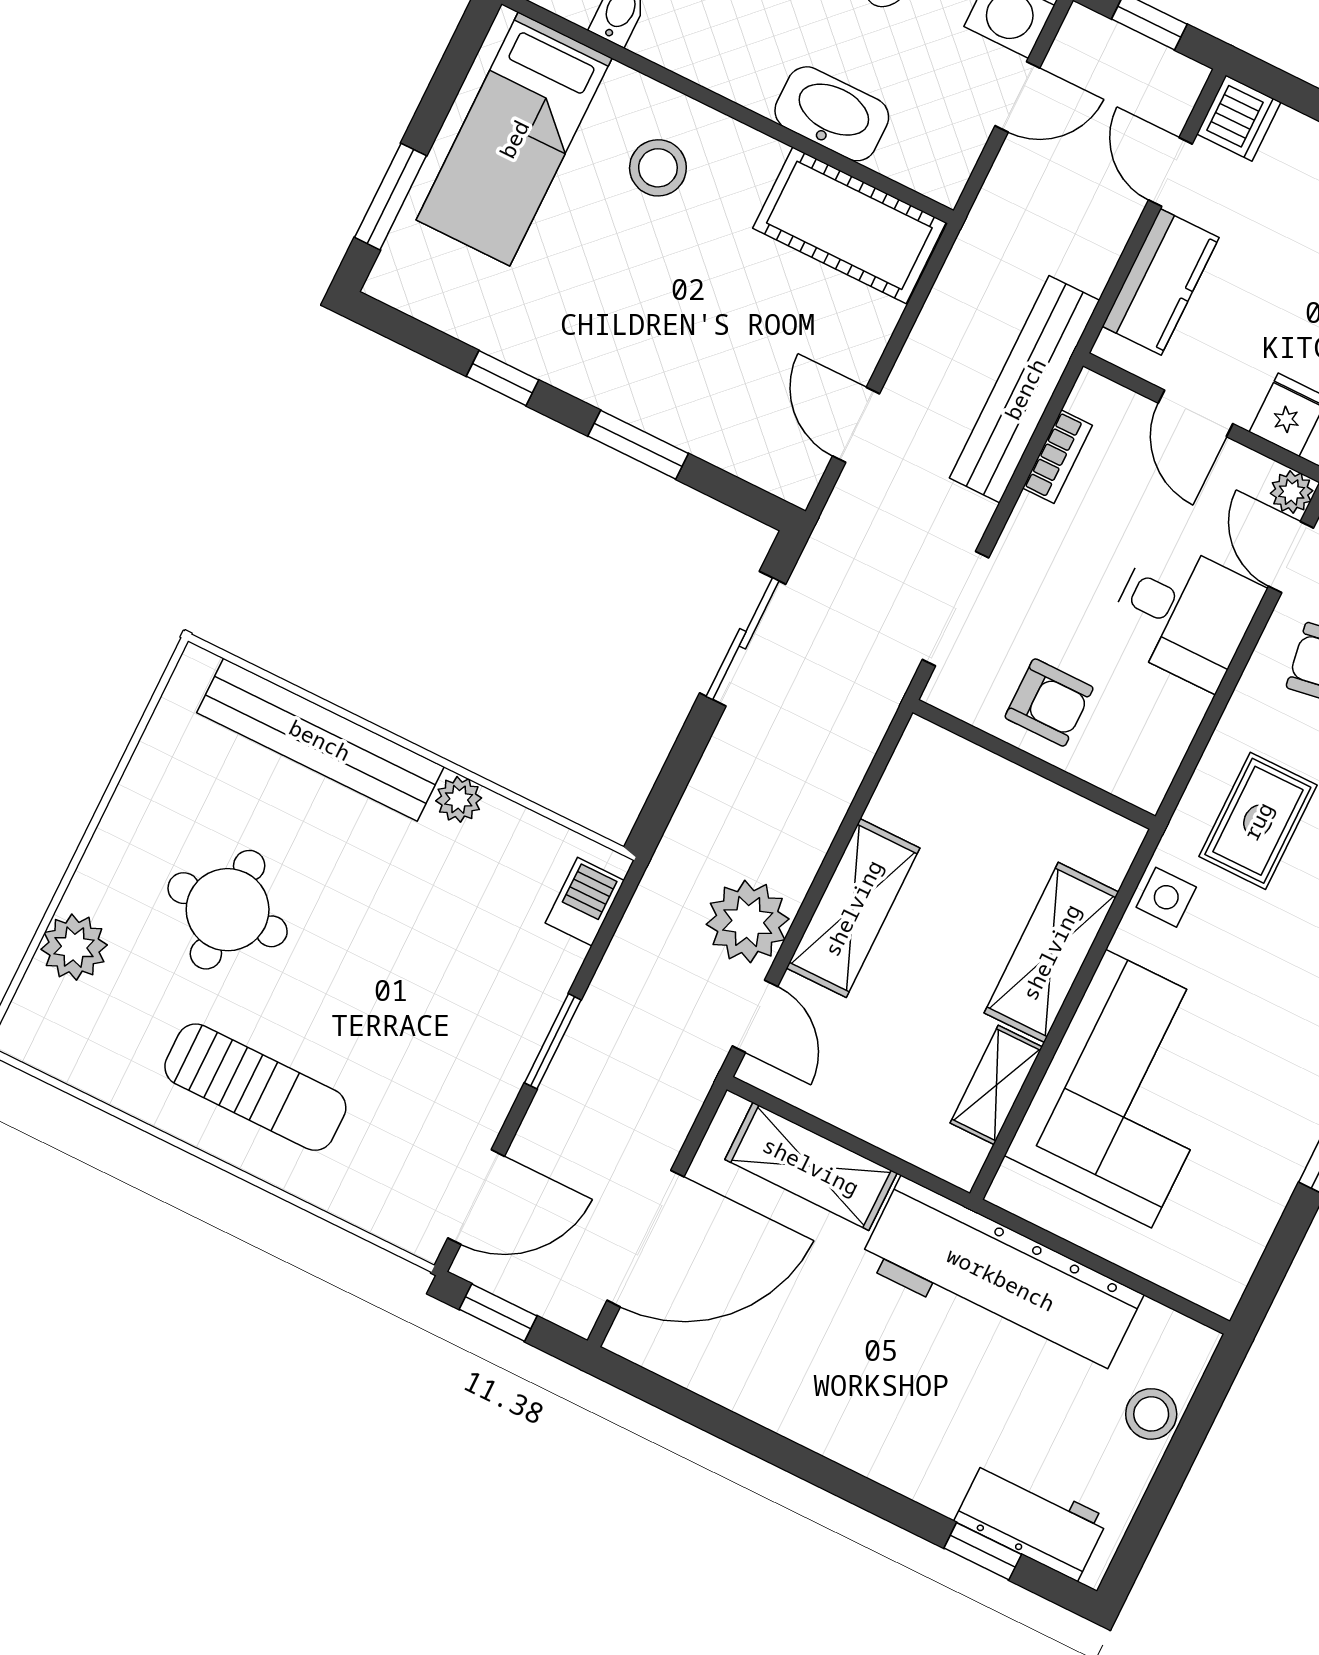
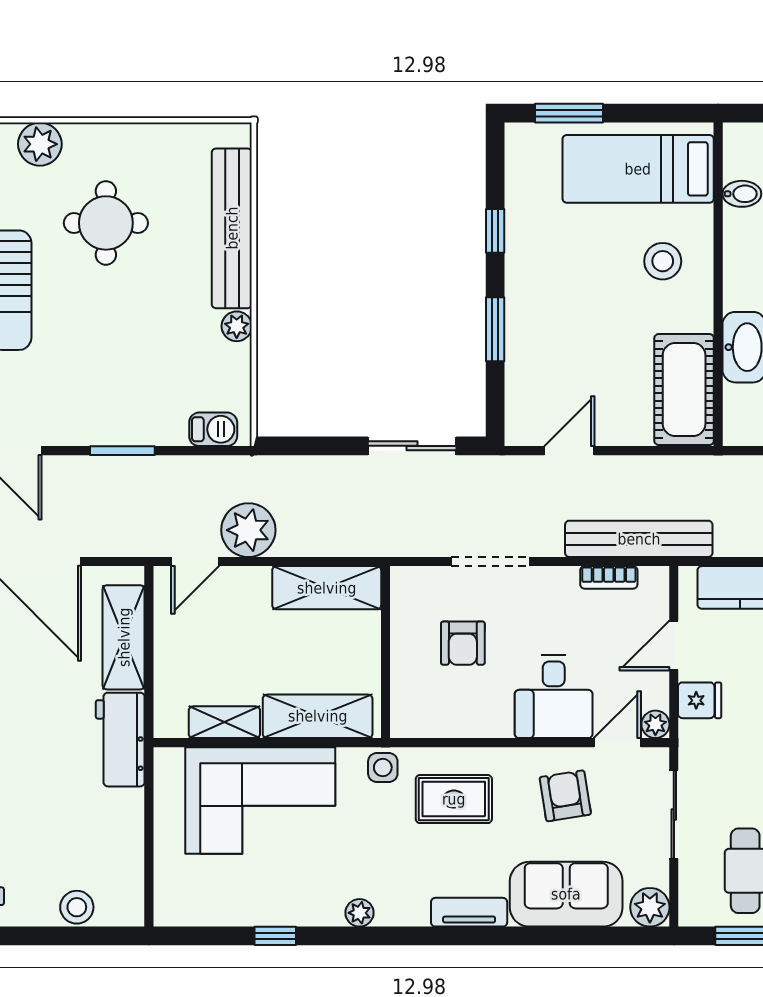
wall: (1034, 764) -> (385, 652), moved
shelving: (853, 908) -> (327, 588), moved
workbench: (1001, 1279) -> (120, 740), width x0.53, depth x0.76

